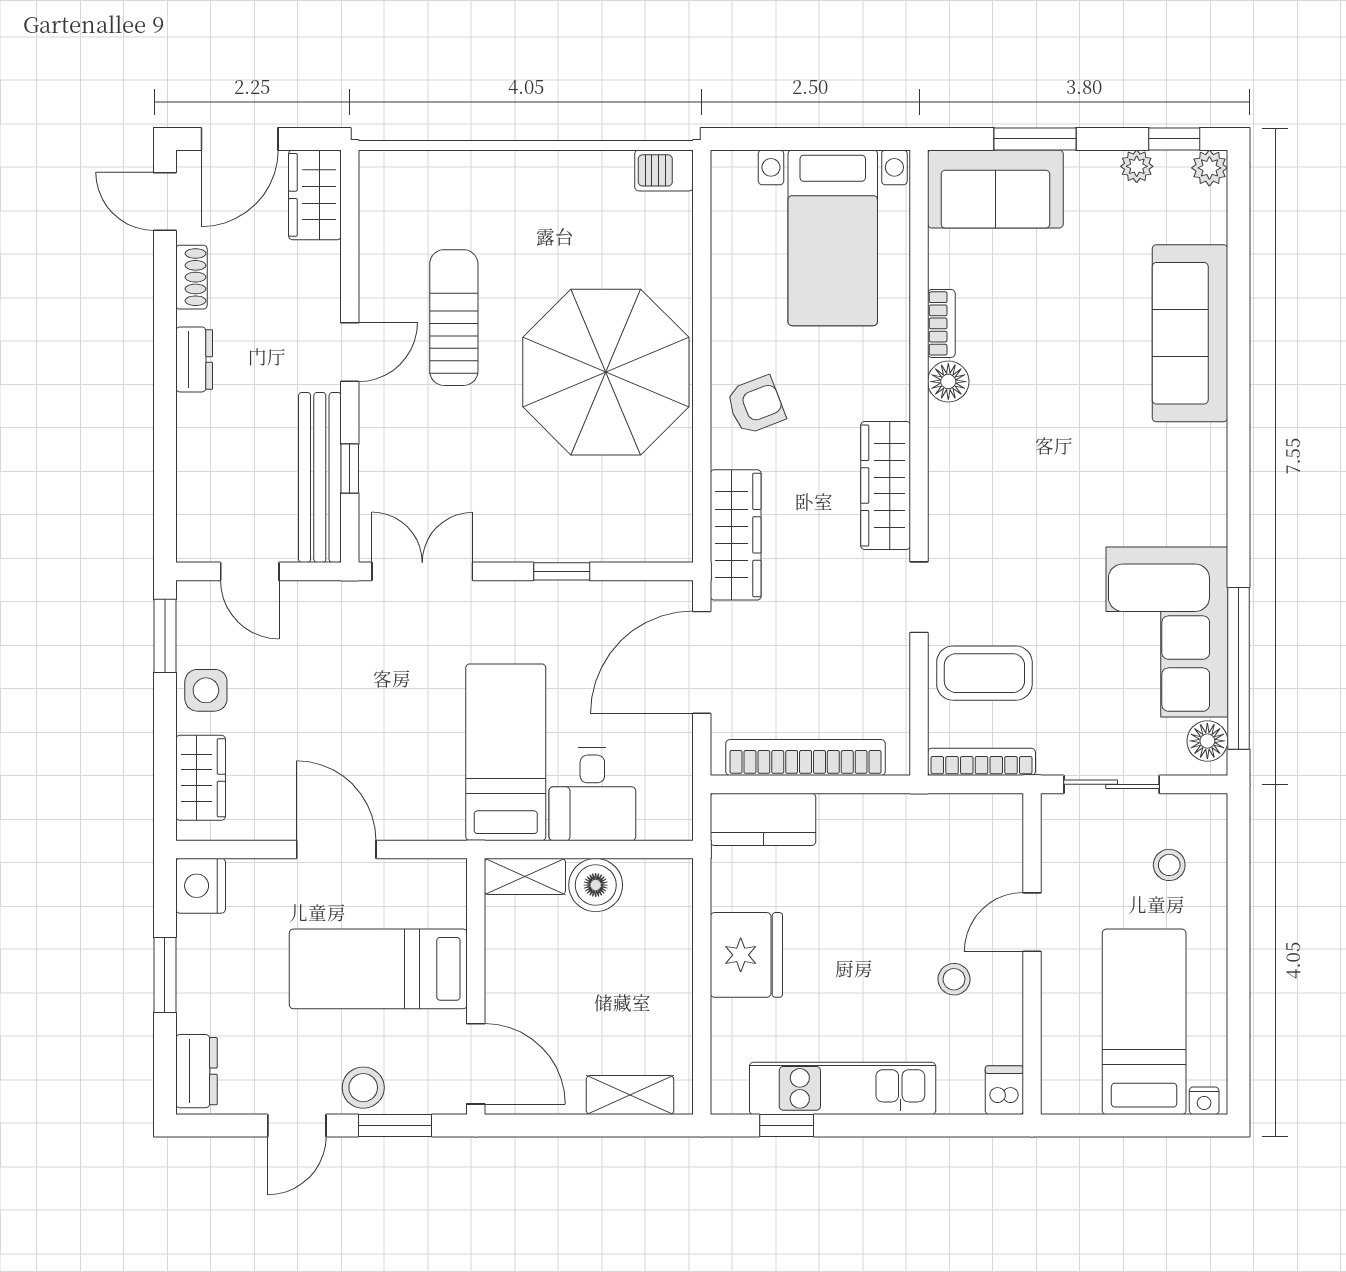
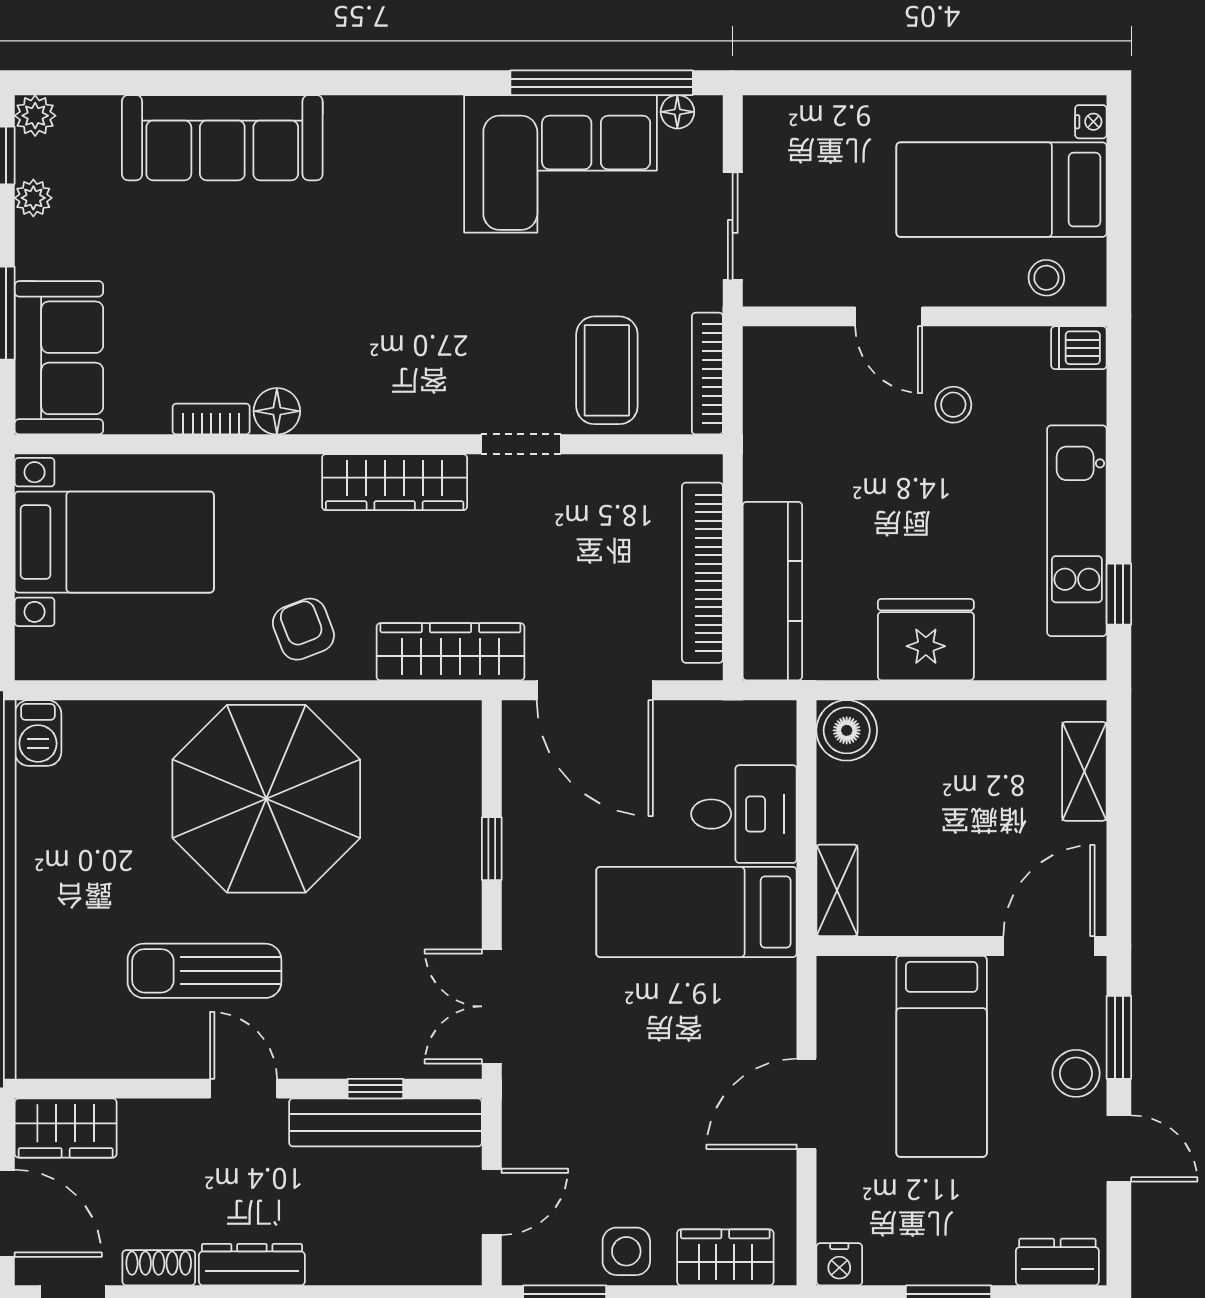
dresser: (194, 359) -> (252, 1265), width x1.44
floor lamp: (1207, 741) -> (677, 112), width x0.73, depth x0.73
kitchen counter: (763, 819) -> (772, 591), width x1.50
stool: (1169, 865) -> (1046, 278), moved
boiler: (596, 885) -> (847, 730), moved
nightstand: (201, 886) -> (839, 1264), width x0.74, depth x0.75

